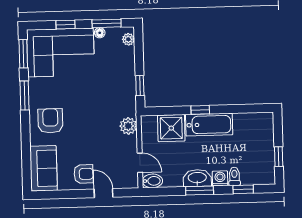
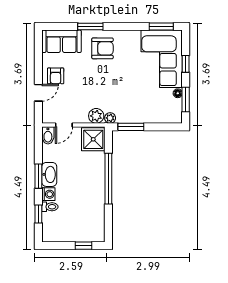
plant: (128, 39) -> (110, 118), moved
window: (140, 86) -> (131, 127), width x1.50
window: (24, 96) -> (90, 27), moved
window: (200, 110) -> (108, 179), width x3.17
bathtub: (209, 125) -> (95, 186), removed
shower: (171, 128) -> (93, 139), moved
window: (279, 157) -> (84, 246), moved

